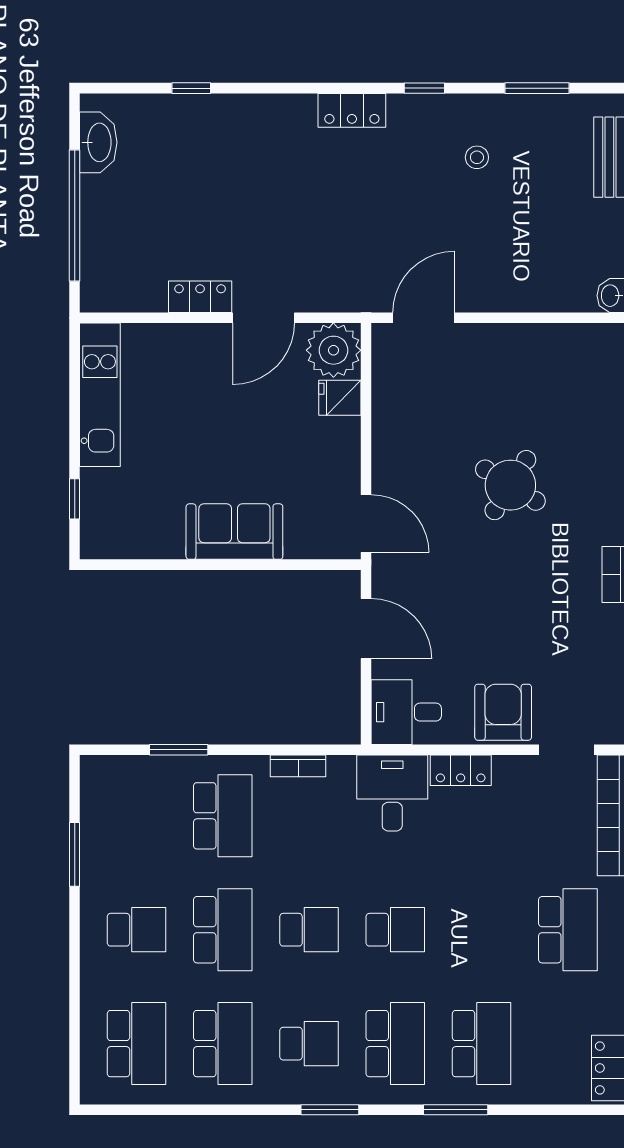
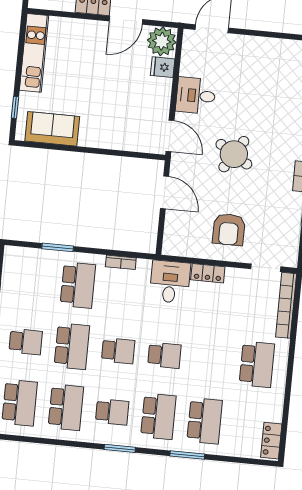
round table: (510, 485) -> (234, 154), moved
sofa: (234, 532) -> (52, 129), moved
desk: (406, 712) -> (196, 96), moved
armchair: (503, 712) -> (229, 230), moved, turned 180

